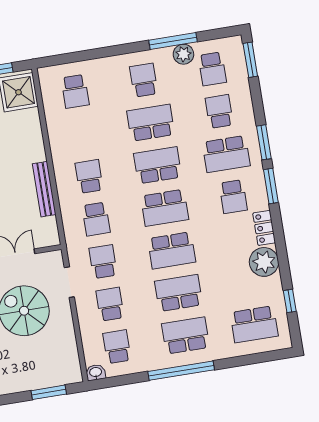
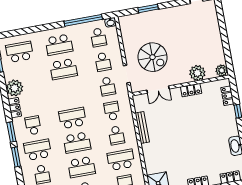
school desk: (172, 250) -> (121, 160), moved
window: (181, 371) -> (83, 20), moved
window: (49, 392) -> (148, 8), moved

